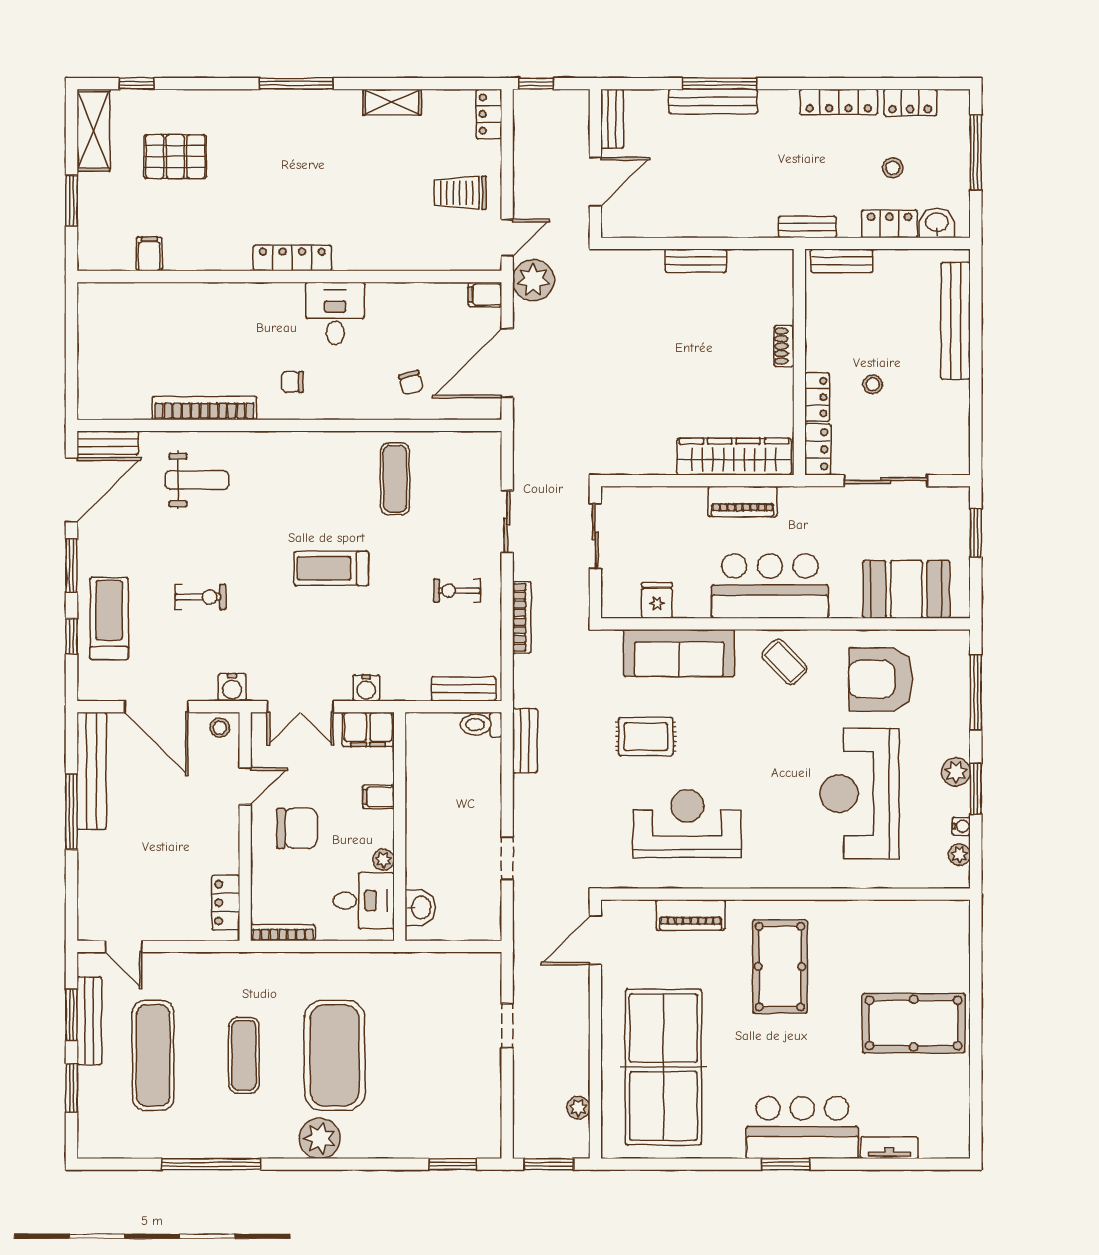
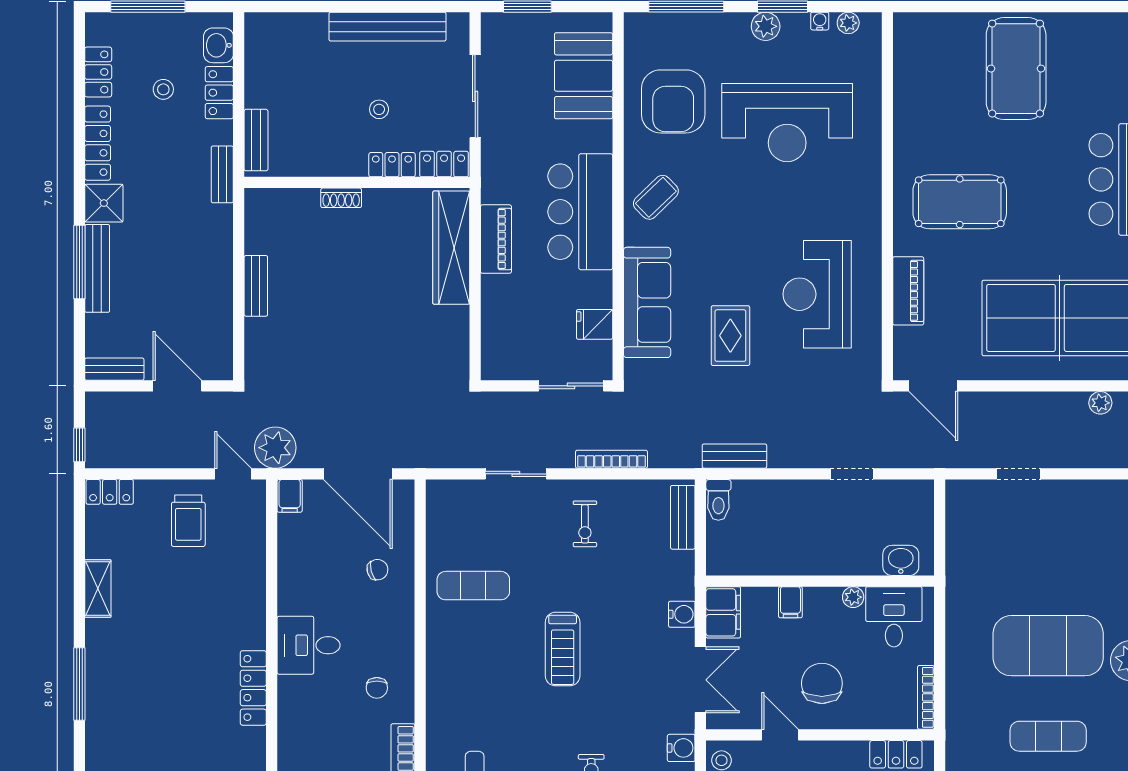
shower: (779, 108) -> (104, 203), added
bench: (956, 321) -> (387, 27), moved
sliding door: (595, 536) -> (571, 386), moved

